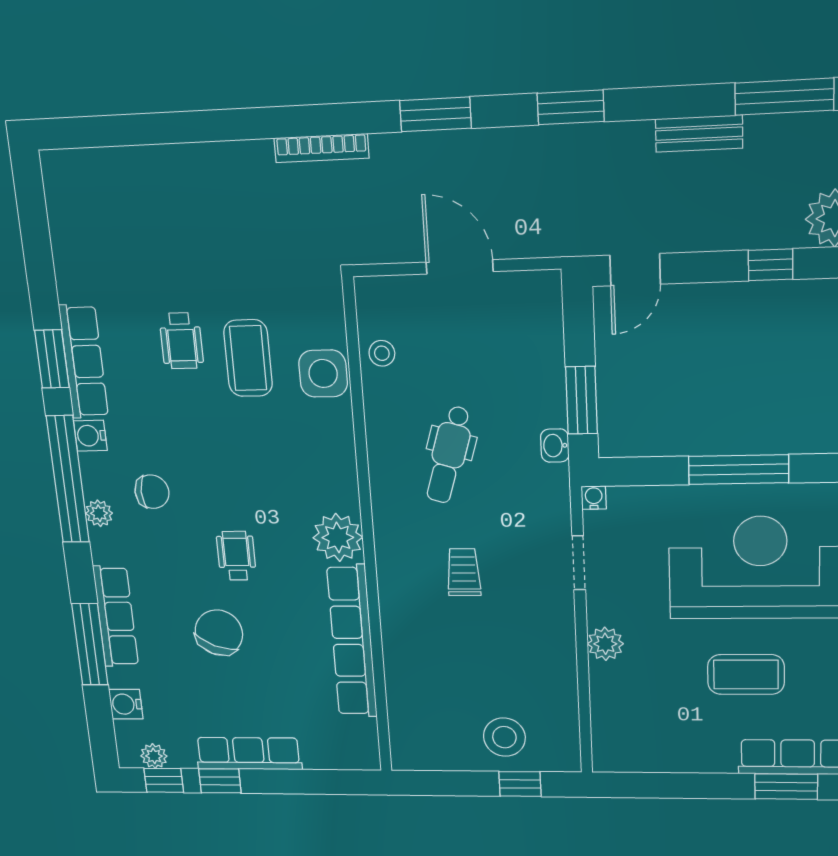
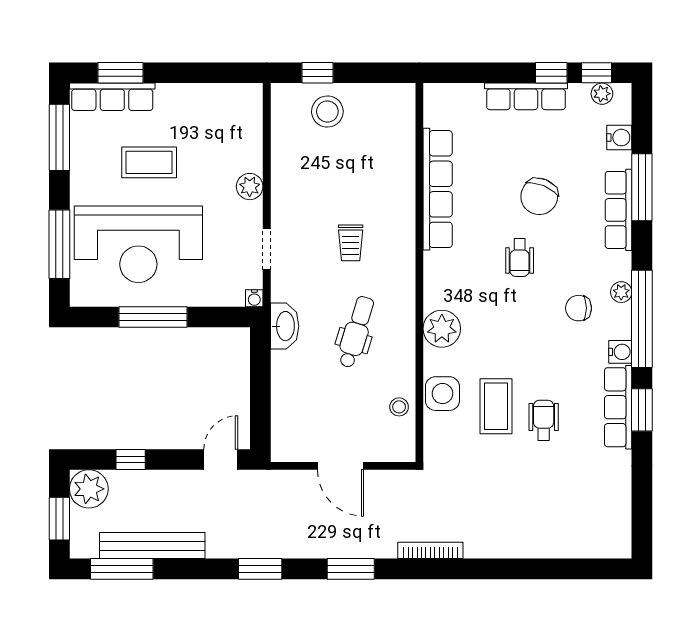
bench: (699, 134) -> (152, 546), width x1.86, depth x1.21
window: (581, 400) -> (260, 369), removed
washbasin: (555, 446) -> (285, 326), width x1.91, depth x1.45
plant: (338, 537) -> (442, 329), moved

